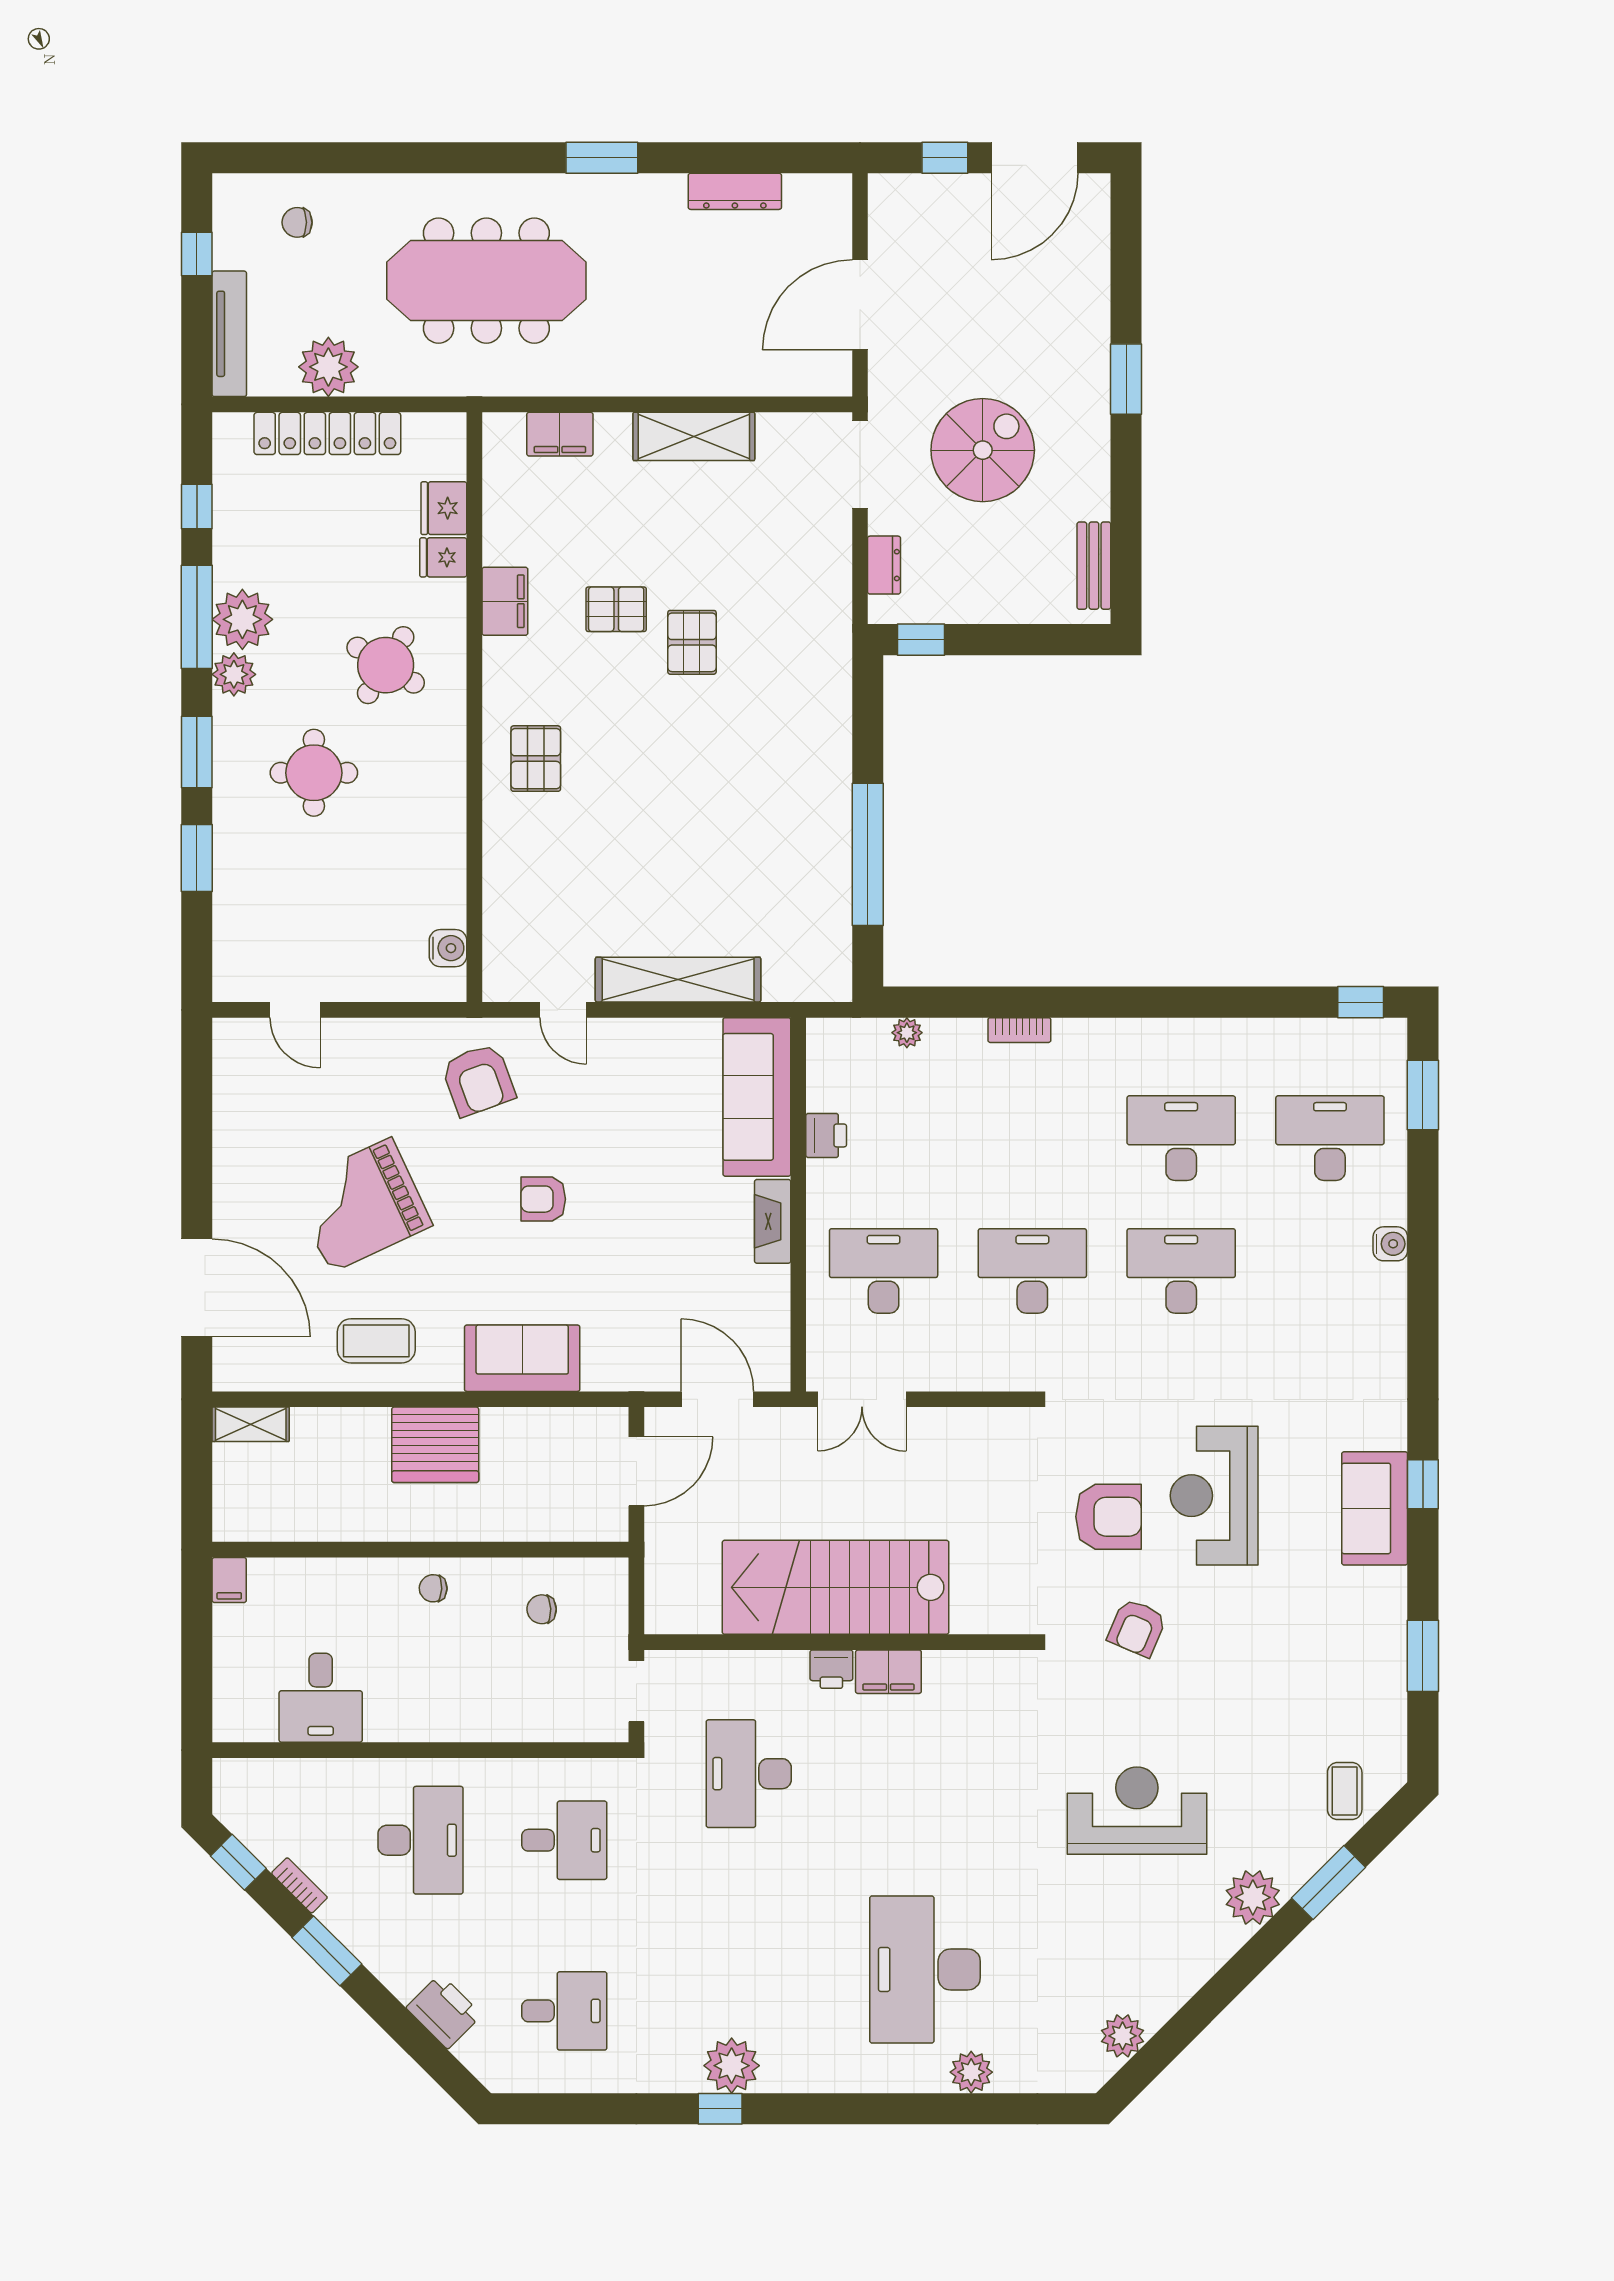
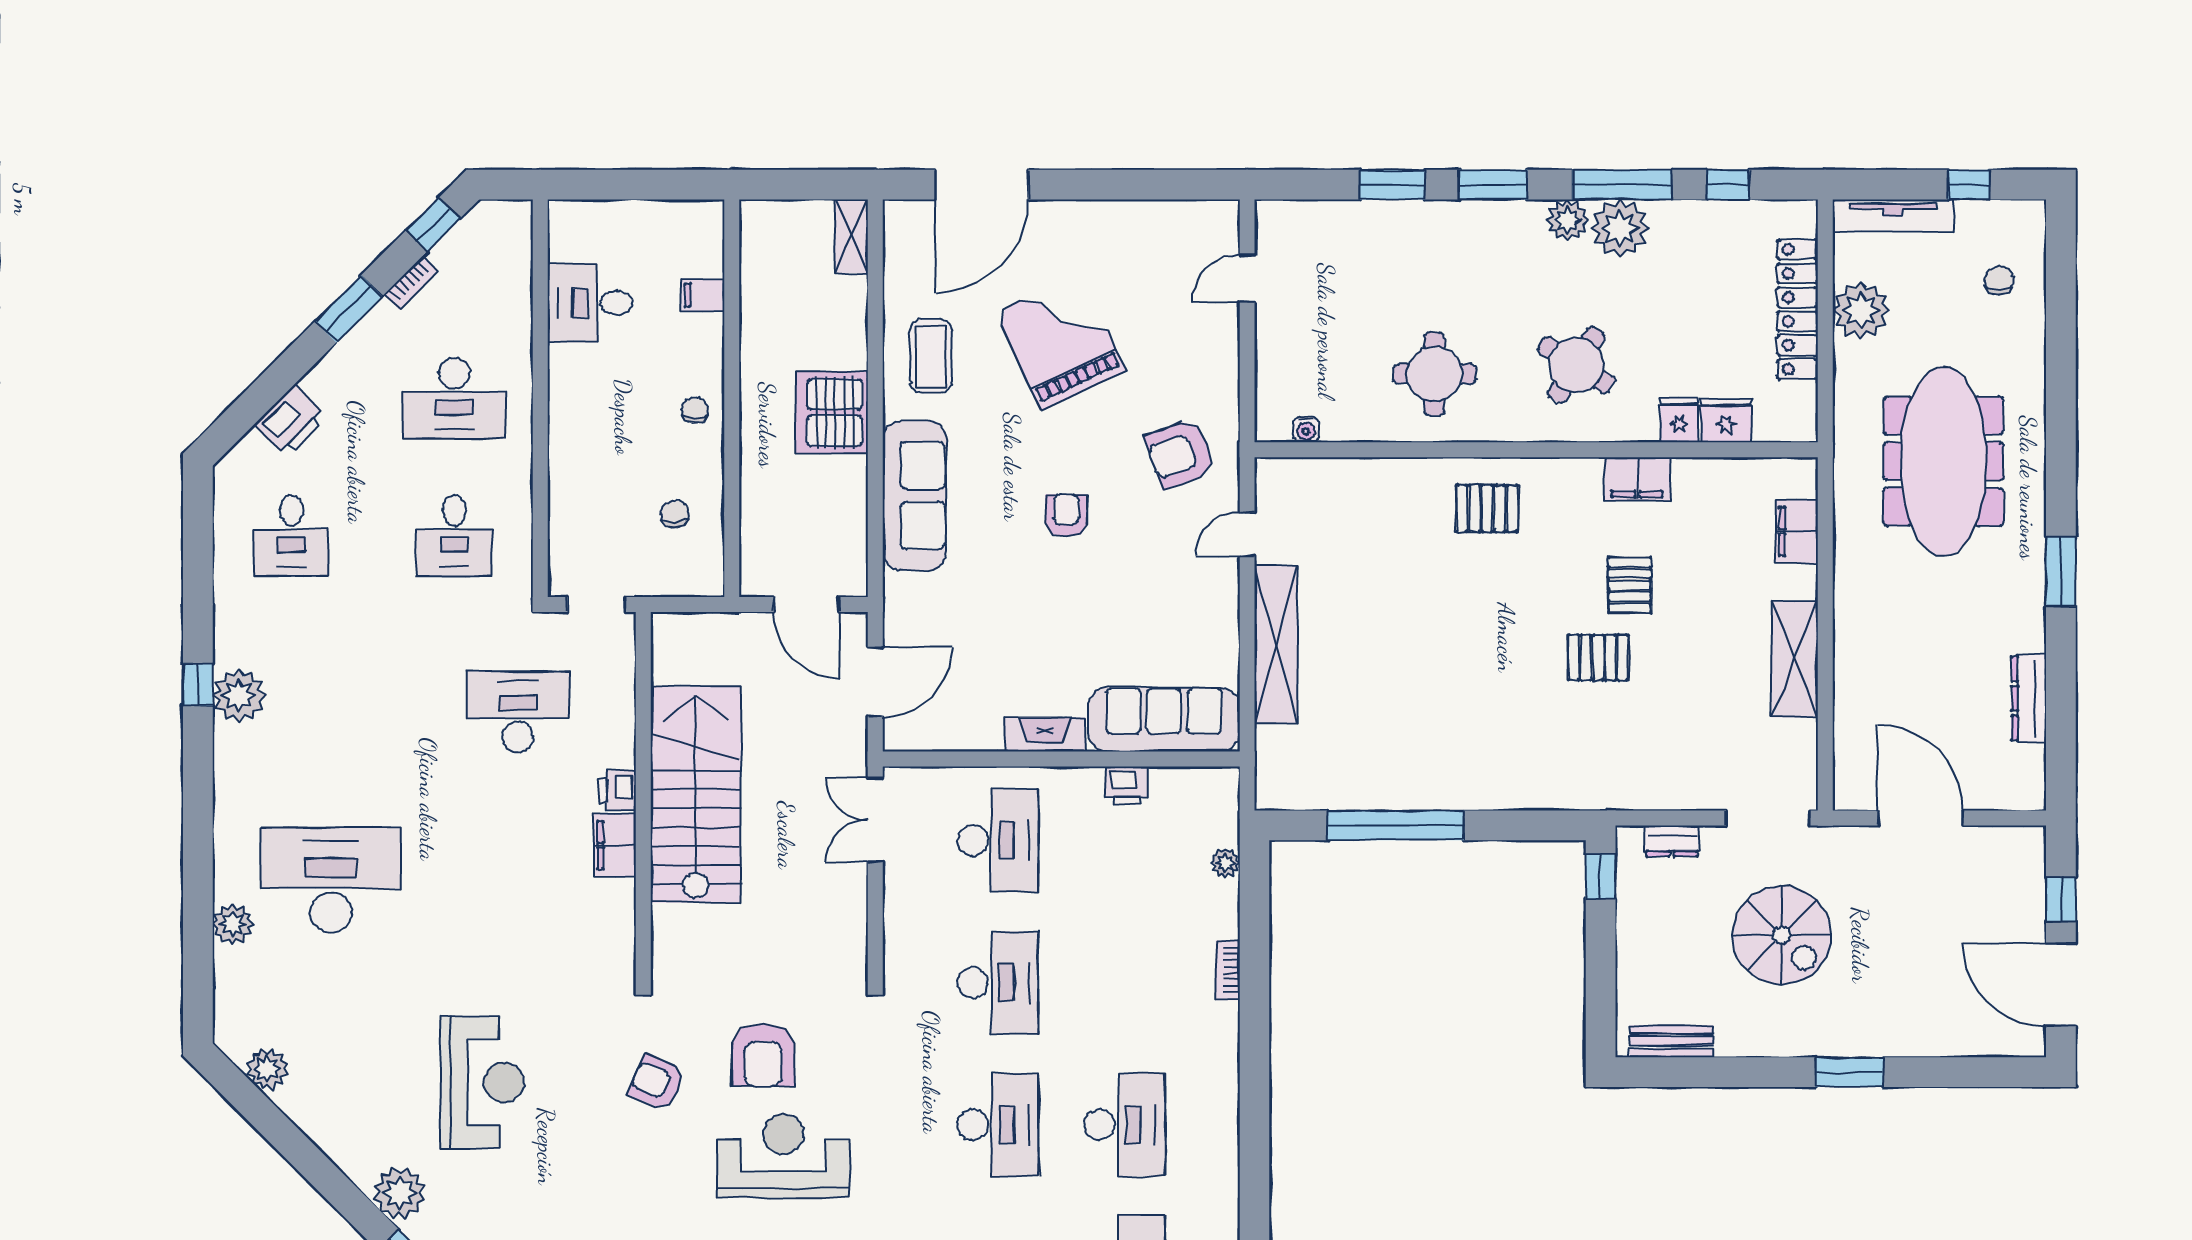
round table: (314, 773) -> (1435, 374), moved
water cooler: (448, 948) -> (1306, 430), width x0.72, depth x0.72
sofa: (522, 1358) -> (914, 495), width x1.36
filing cabinet: (229, 1580) -> (703, 295), moved

